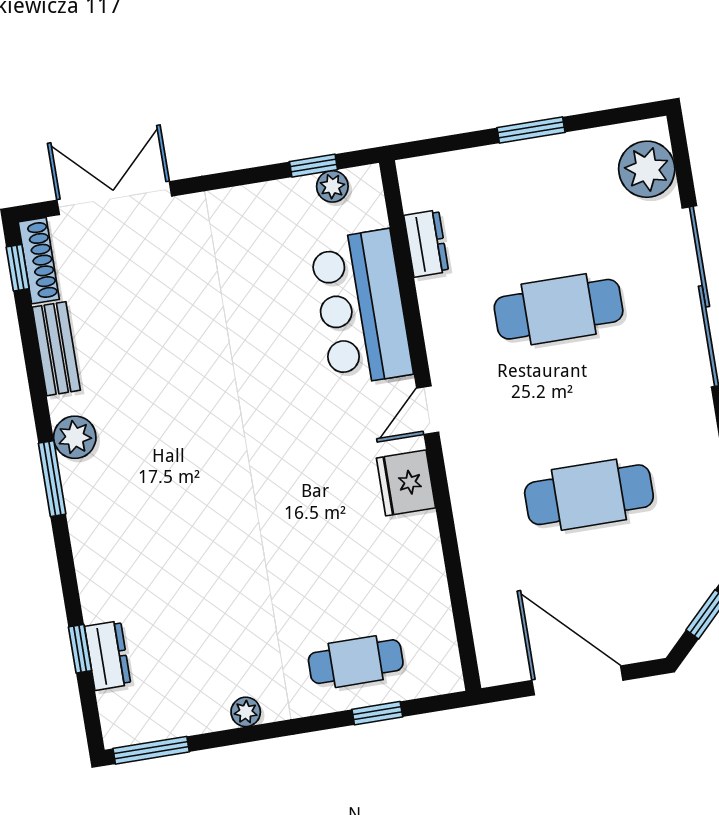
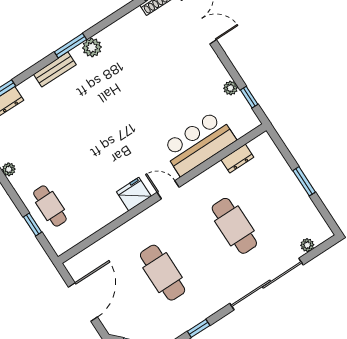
plant: (647, 169) -> (307, 245), width x0.53, depth x0.53
plant: (332, 186) -> (230, 88), moved
bench: (56, 349) -> (55, 69), moved

